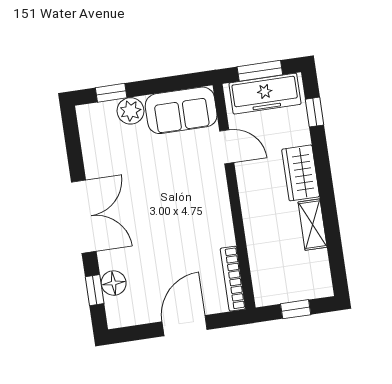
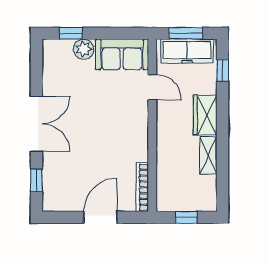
floor lamp: (114, 283) -> (52, 177), removed

